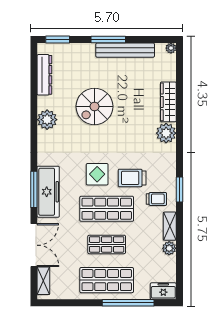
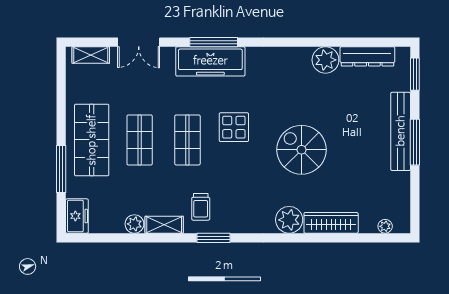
plant: (171, 48) -> (385, 226), moved
bench: (125, 50) -> (401, 131), moved
spiral stairs: (94, 106) -> (302, 150), moved
plant: (47, 120) -> (325, 60), moved
trolley: (132, 178) -> (229, 174), removed
shop shelf: (107, 209) -> (187, 140), width x0.70, depth x0.74
double door: (34, 245) -> (139, 42), width x0.73
window: (128, 303) -> (61, 169), width x0.68

